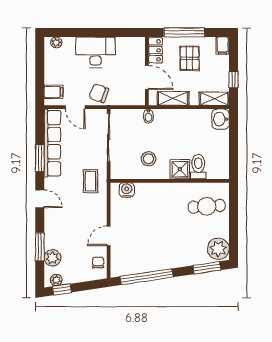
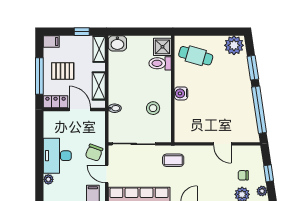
plant: (56, 42) -> (48, 179), moved
door: (147, 77) -> (80, 109), hinge flipped
door: (75, 107) -> (107, 174), swing flipped
shower: (180, 169) -> (162, 47), moved
water cooler: (127, 190) -> (181, 93), moved
cafe table: (207, 206) -> (196, 56), turned -70
chair: (98, 263) -> (243, 175), moved
window: (207, 268) -> (253, 68), moved
window: (62, 289) -> (269, 173), moved

